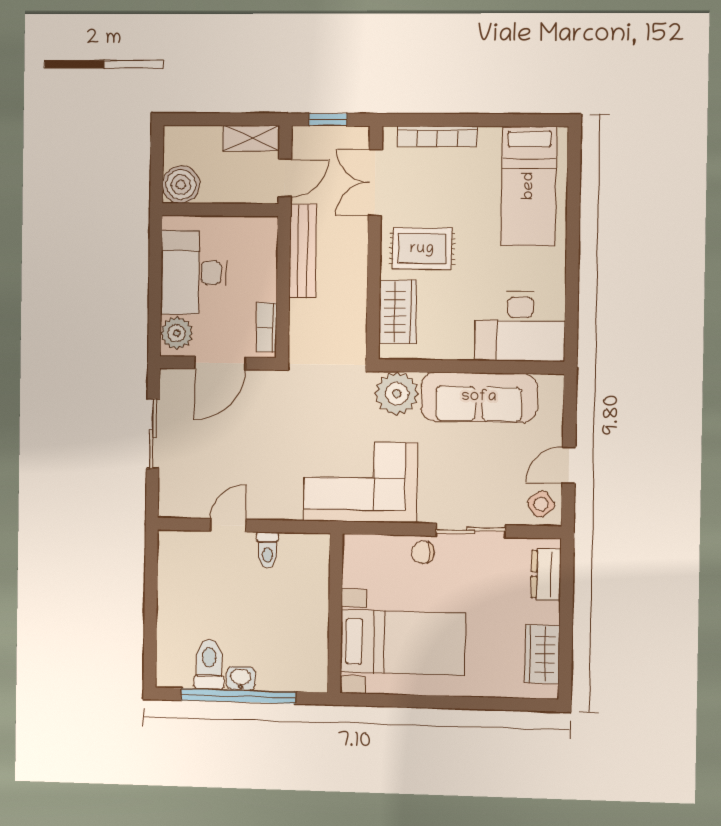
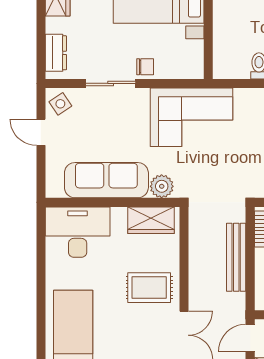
bench: (303, 251) -> (236, 257), moved
wardrobe: (398, 312) -> (151, 220), moved, turned -90
plant: (397, 394) -> (162, 186), width x0.73, depth x0.73
door: (569, 465) -> (41, 132), swing flipped

